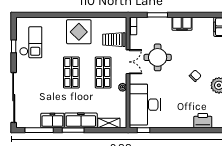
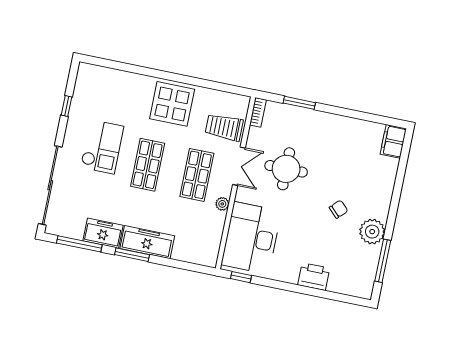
filing cabinet: (182, 24) -> (335, 124), removed
checkout: (31, 42) -> (102, 147), moved
printer: (203, 121) -> (314, 277), moved
shelving: (109, 123) -> (190, 255), removed

